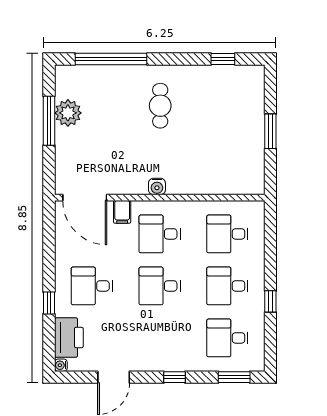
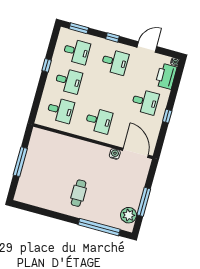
window: (223, 59) -> (36, 210), removed
plant: (68, 113) -> (129, 215), moved
window: (270, 131) -> (20, 162), width x1.44
water cooler: (157, 186) -> (115, 154), moved
filing cabinet: (122, 212) -> (117, 139), removed
desk: (160, 286) -> (115, 62), moved
window: (49, 303) -> (167, 116), moved

